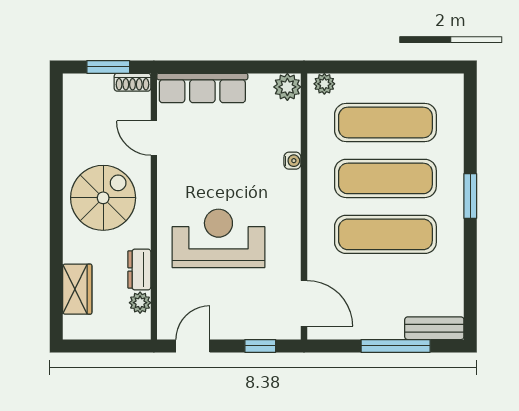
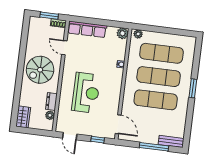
spiral stairs: (103, 198) -> (40, 70), turned 180
reception desk: (218, 238) -> (86, 93), turned 90
wardrobe: (77, 289) -> (23, 117), moved
door: (193, 346) -> (70, 136), swing flipped

